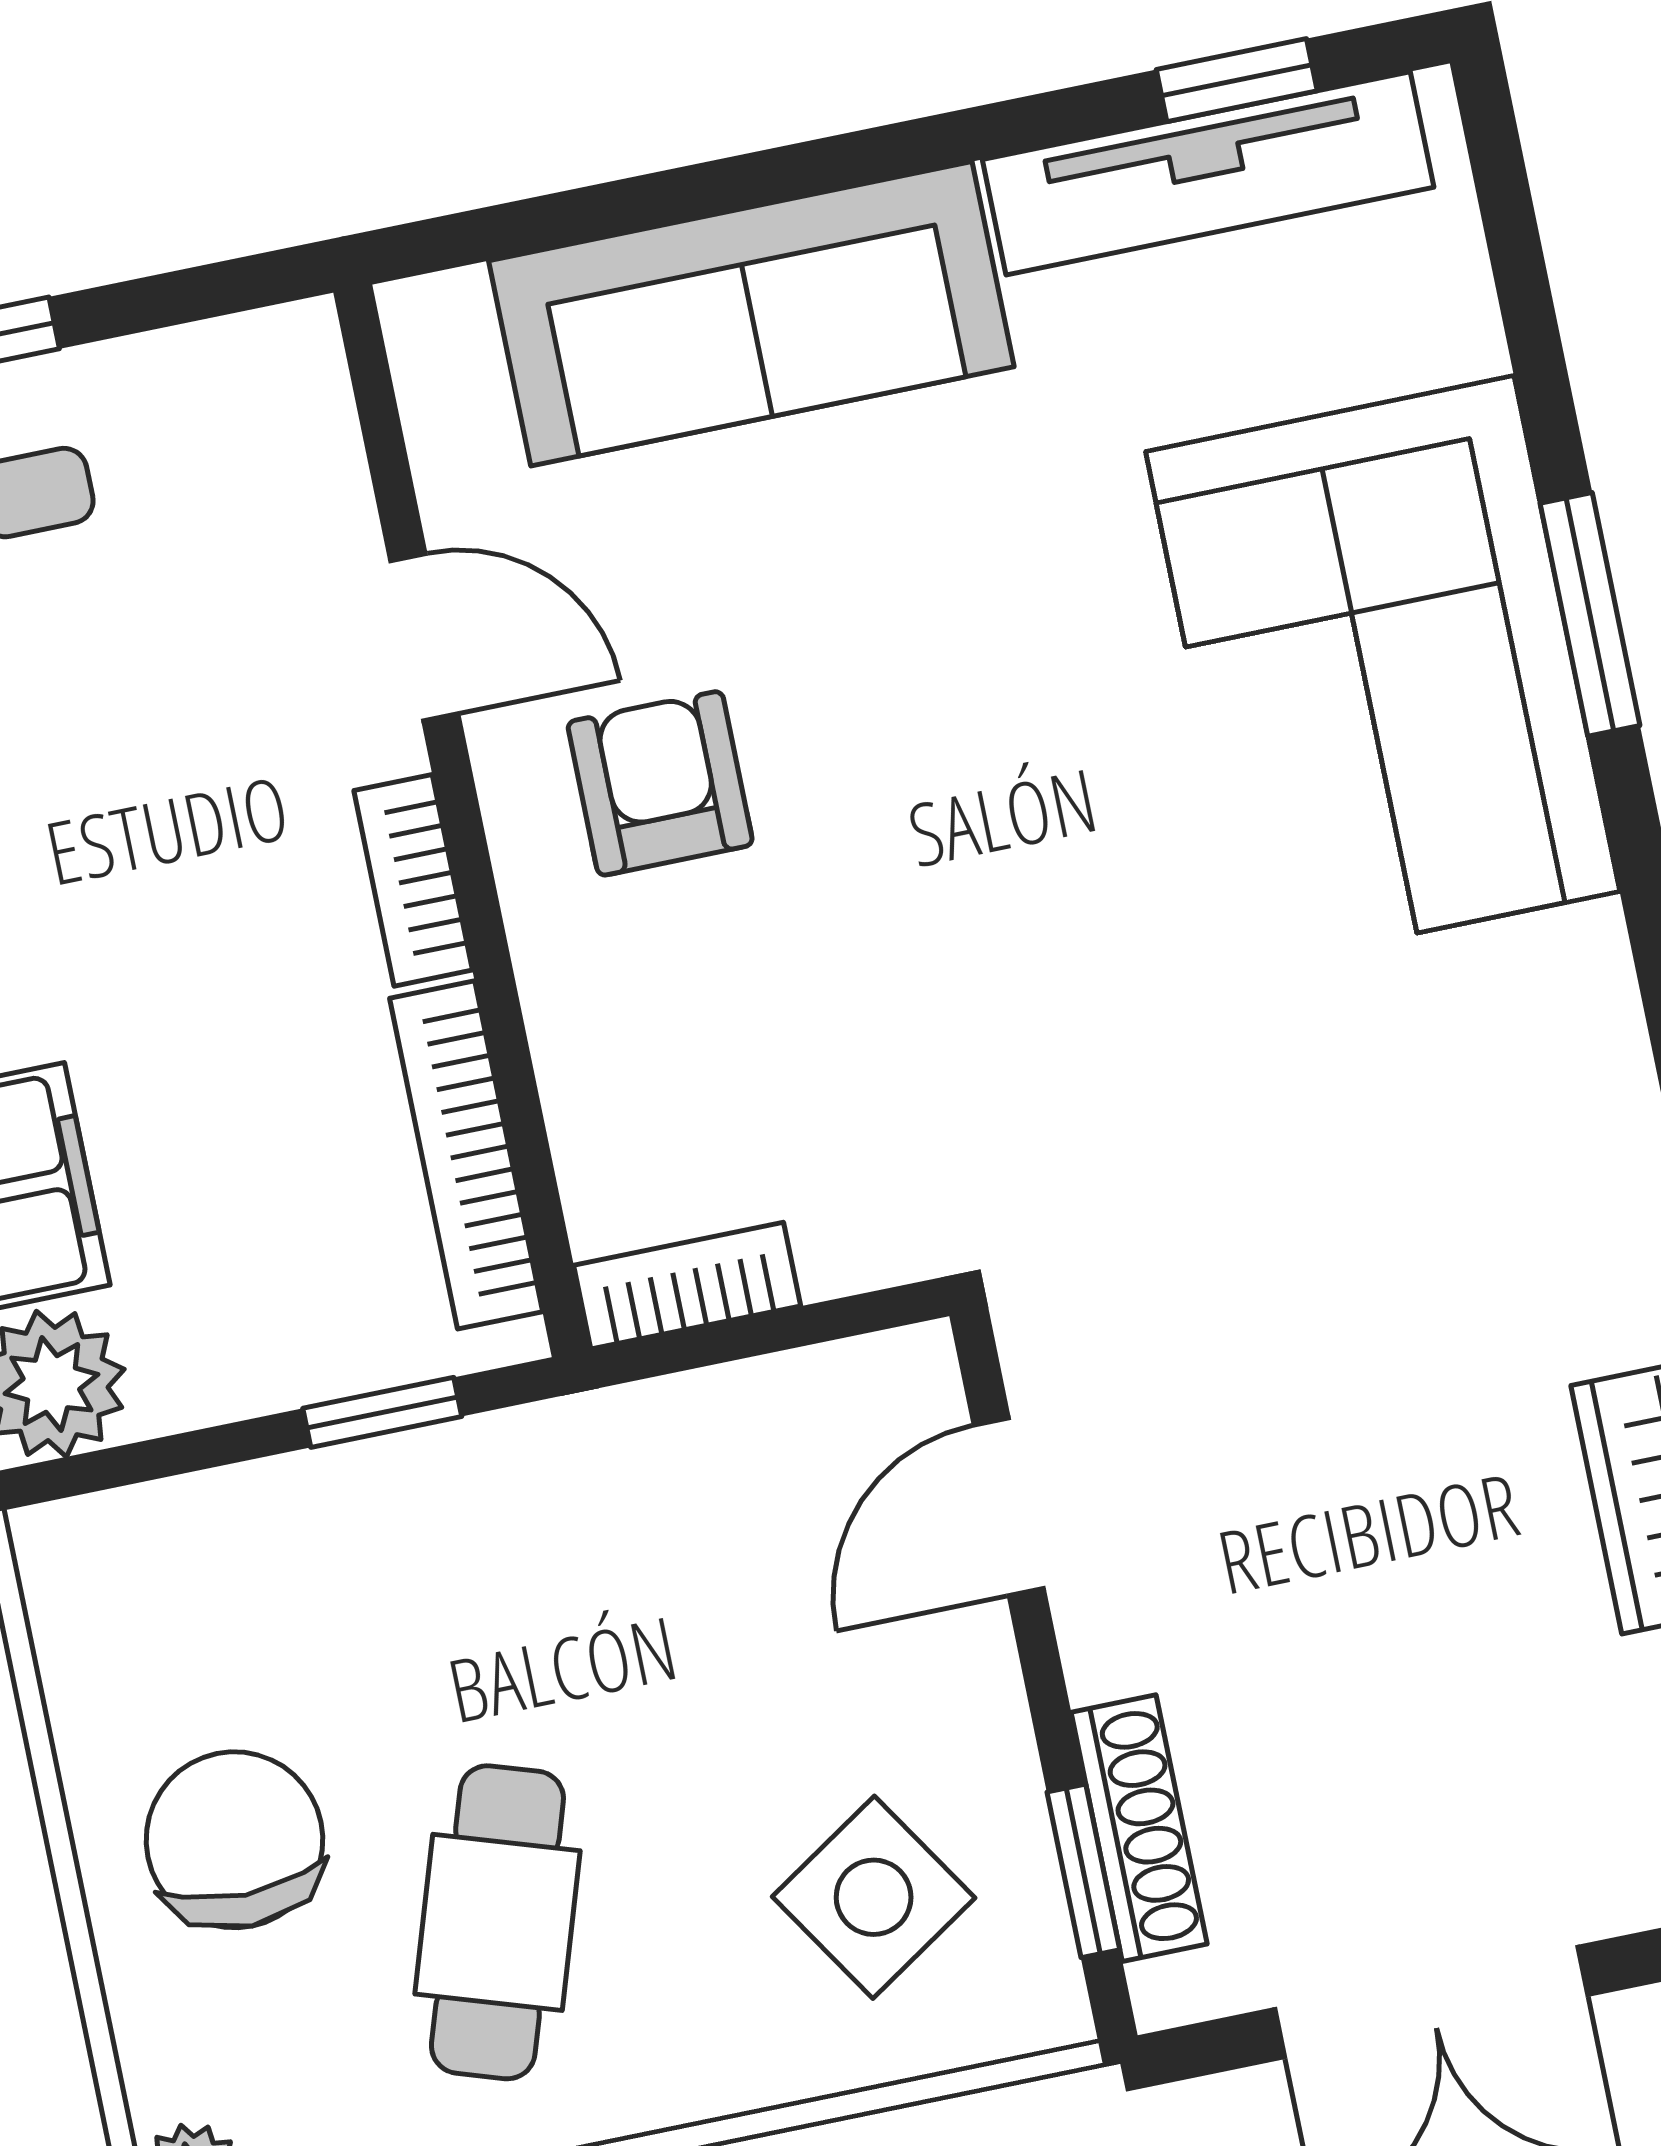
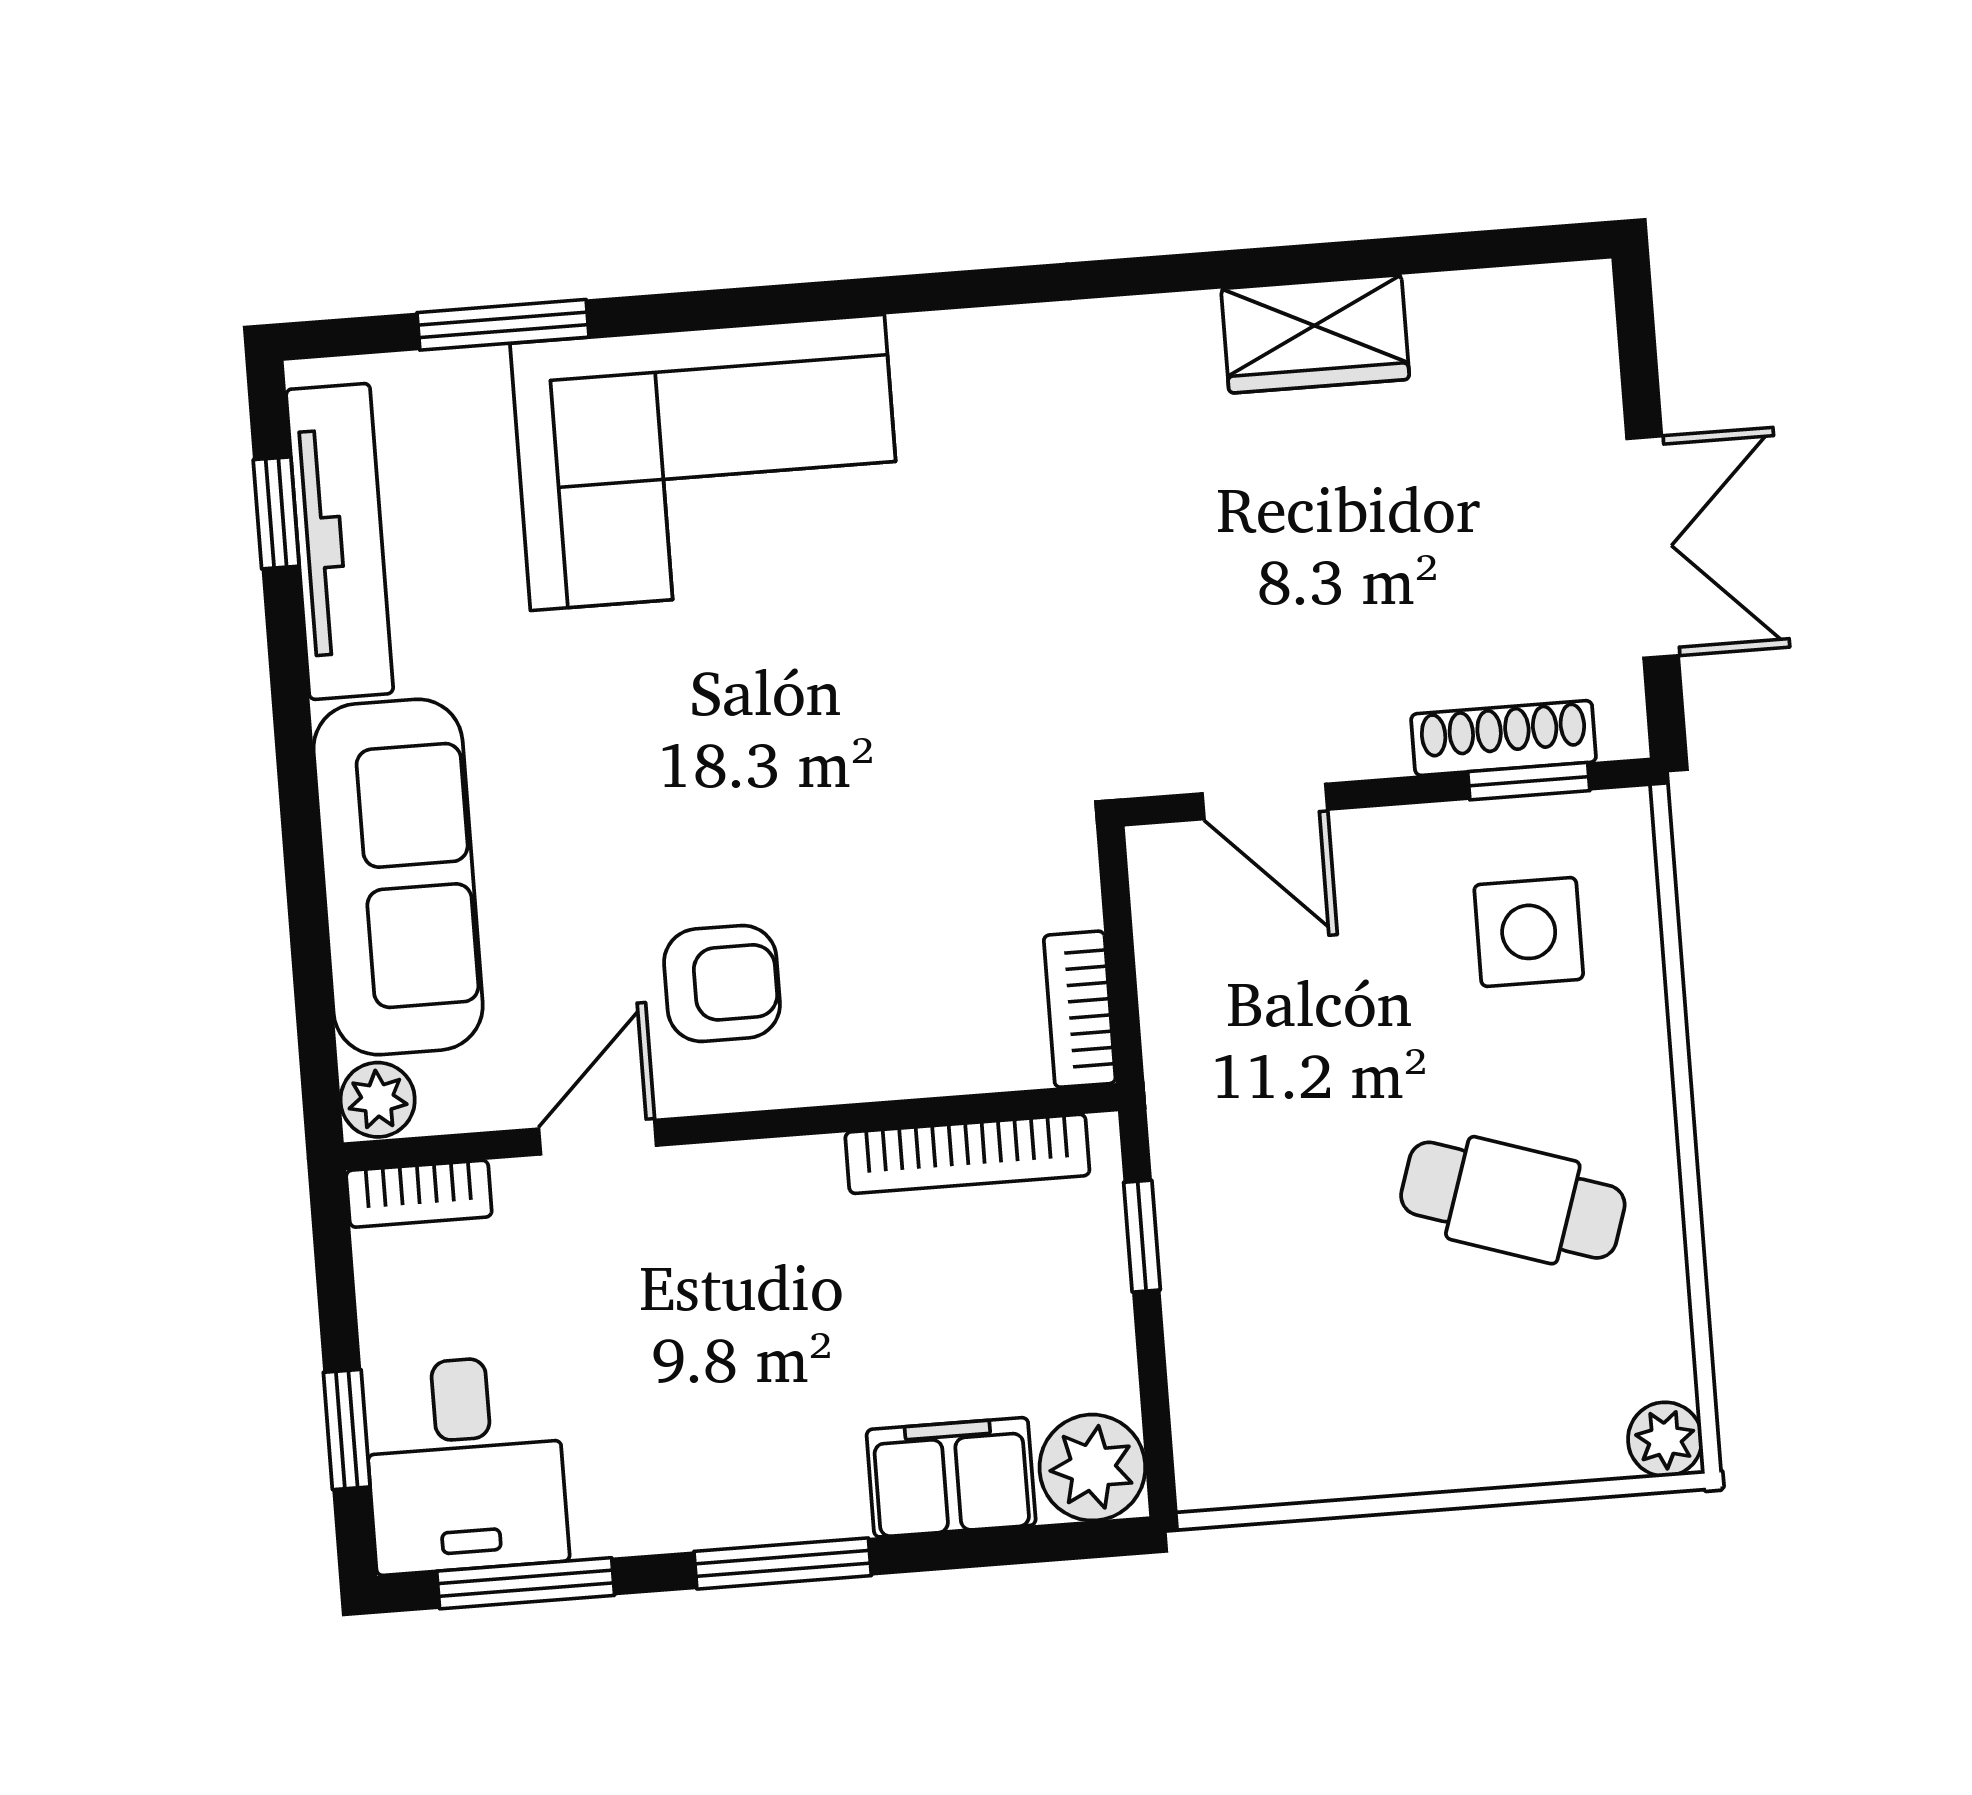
plant: (438, 324) -> (378, 1100), added
window: (1590, 614) -> (503, 325), moved
armchair: (660, 783) -> (722, 983), turned 180
bookcase: (413, 880) -> (419, 1194), moved
chair: (234, 1840) -> (1431, 1379), removed
side table: (874, 1897) -> (1529, 932), turned 33

